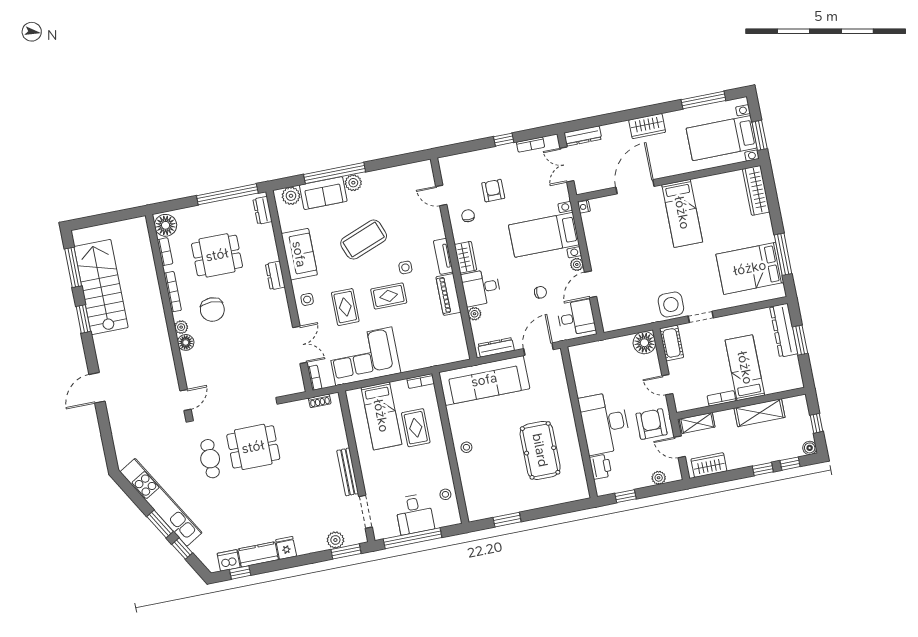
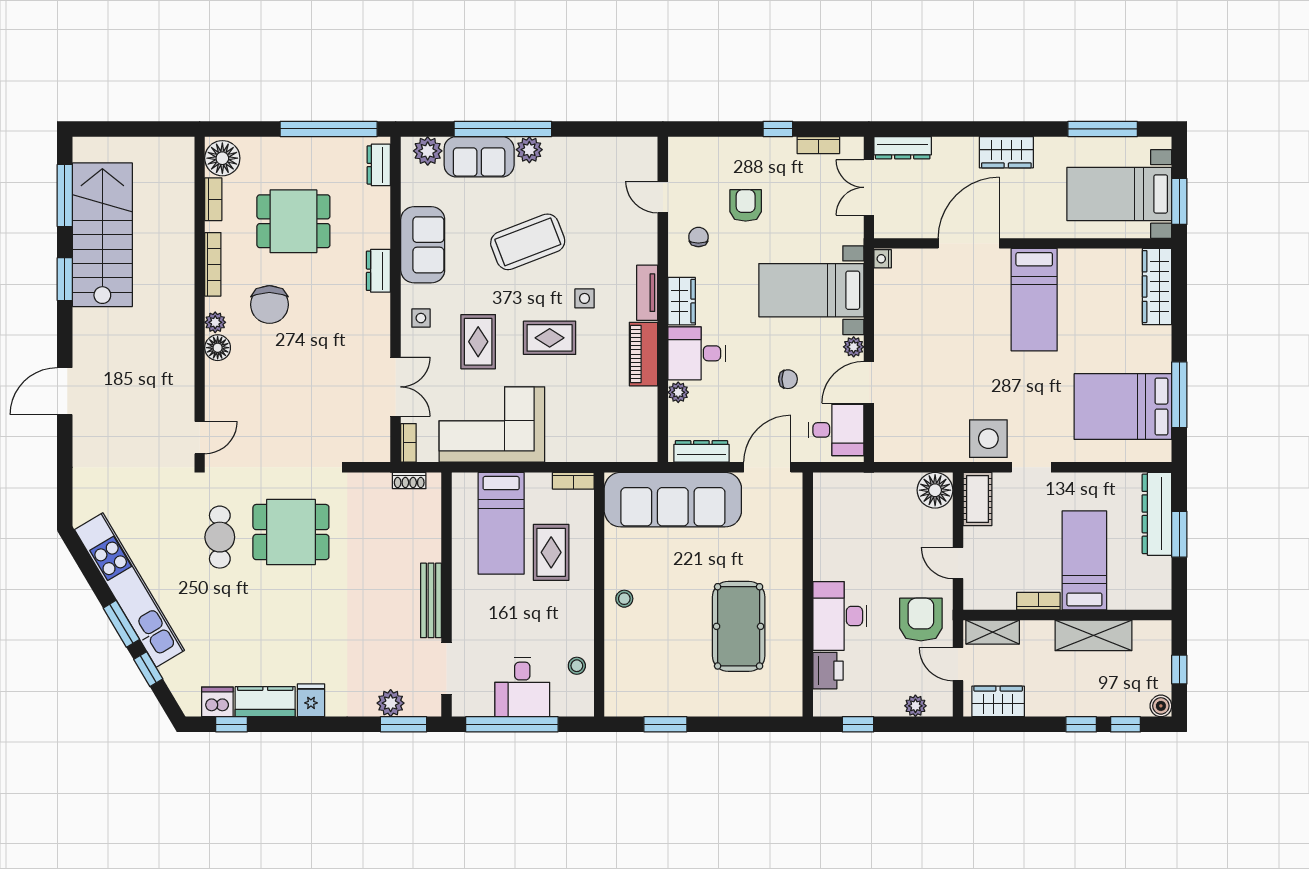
desk: (605, 423) -> (840, 616), width x0.73, depth x0.77

